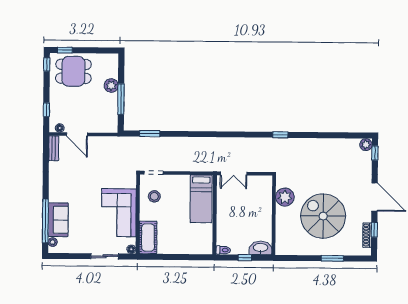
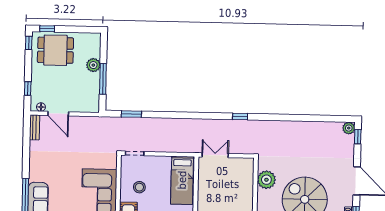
window: (280, 135) -> (240, 117), moved
double door: (234, 173) -> (215, 155), swing flipped
stool: (154, 196) -> (139, 187), moved

